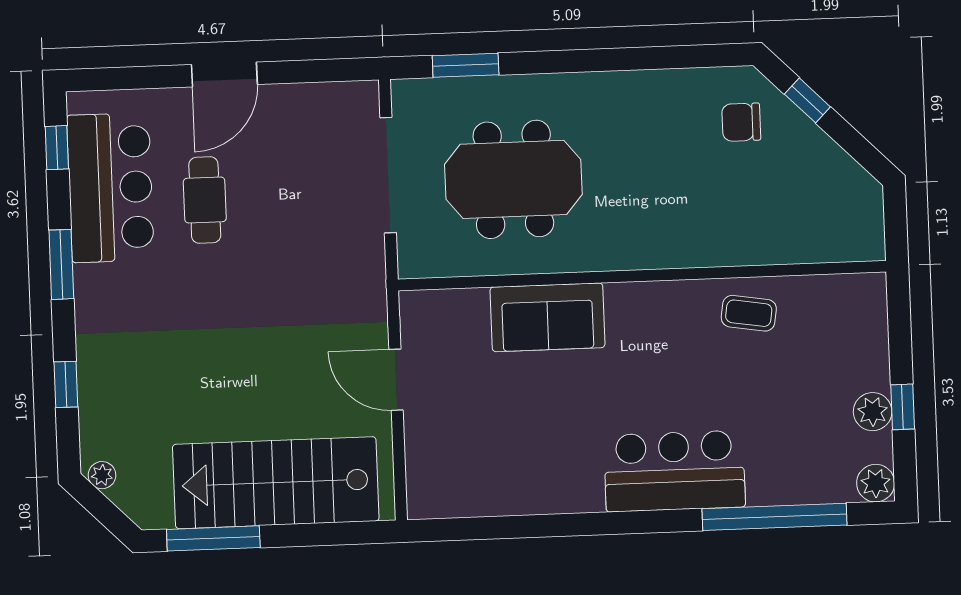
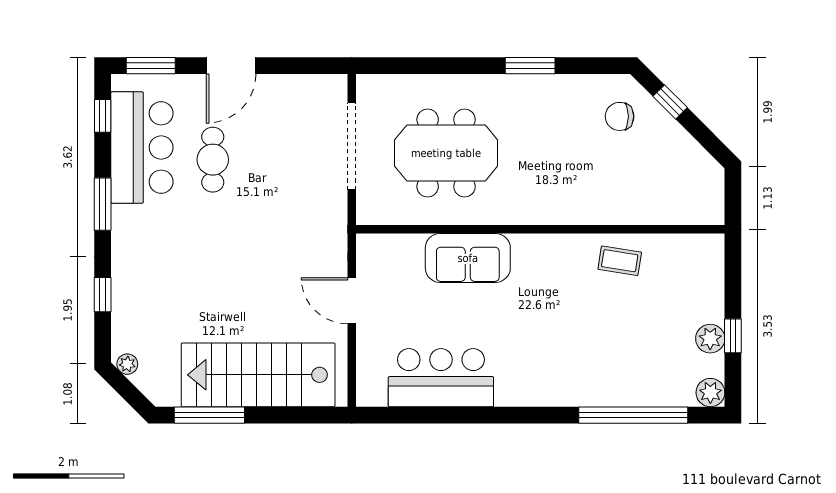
window: (466, 65) -> (530, 66), moved
window: (118, 79) -> (151, 66), added
bar counter: (674, 471) -> (441, 378), moved

